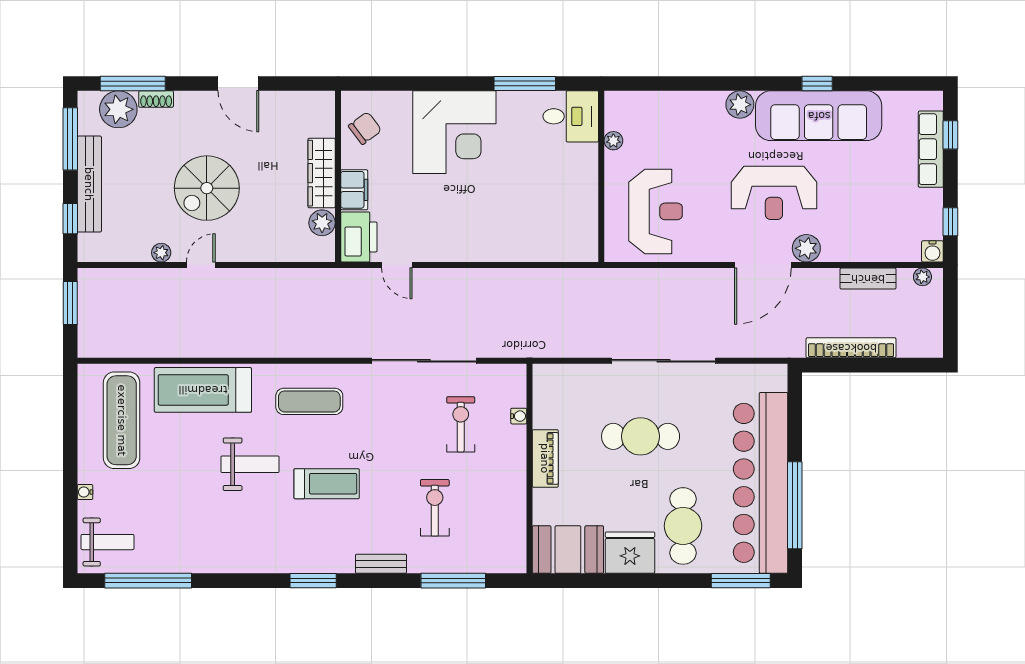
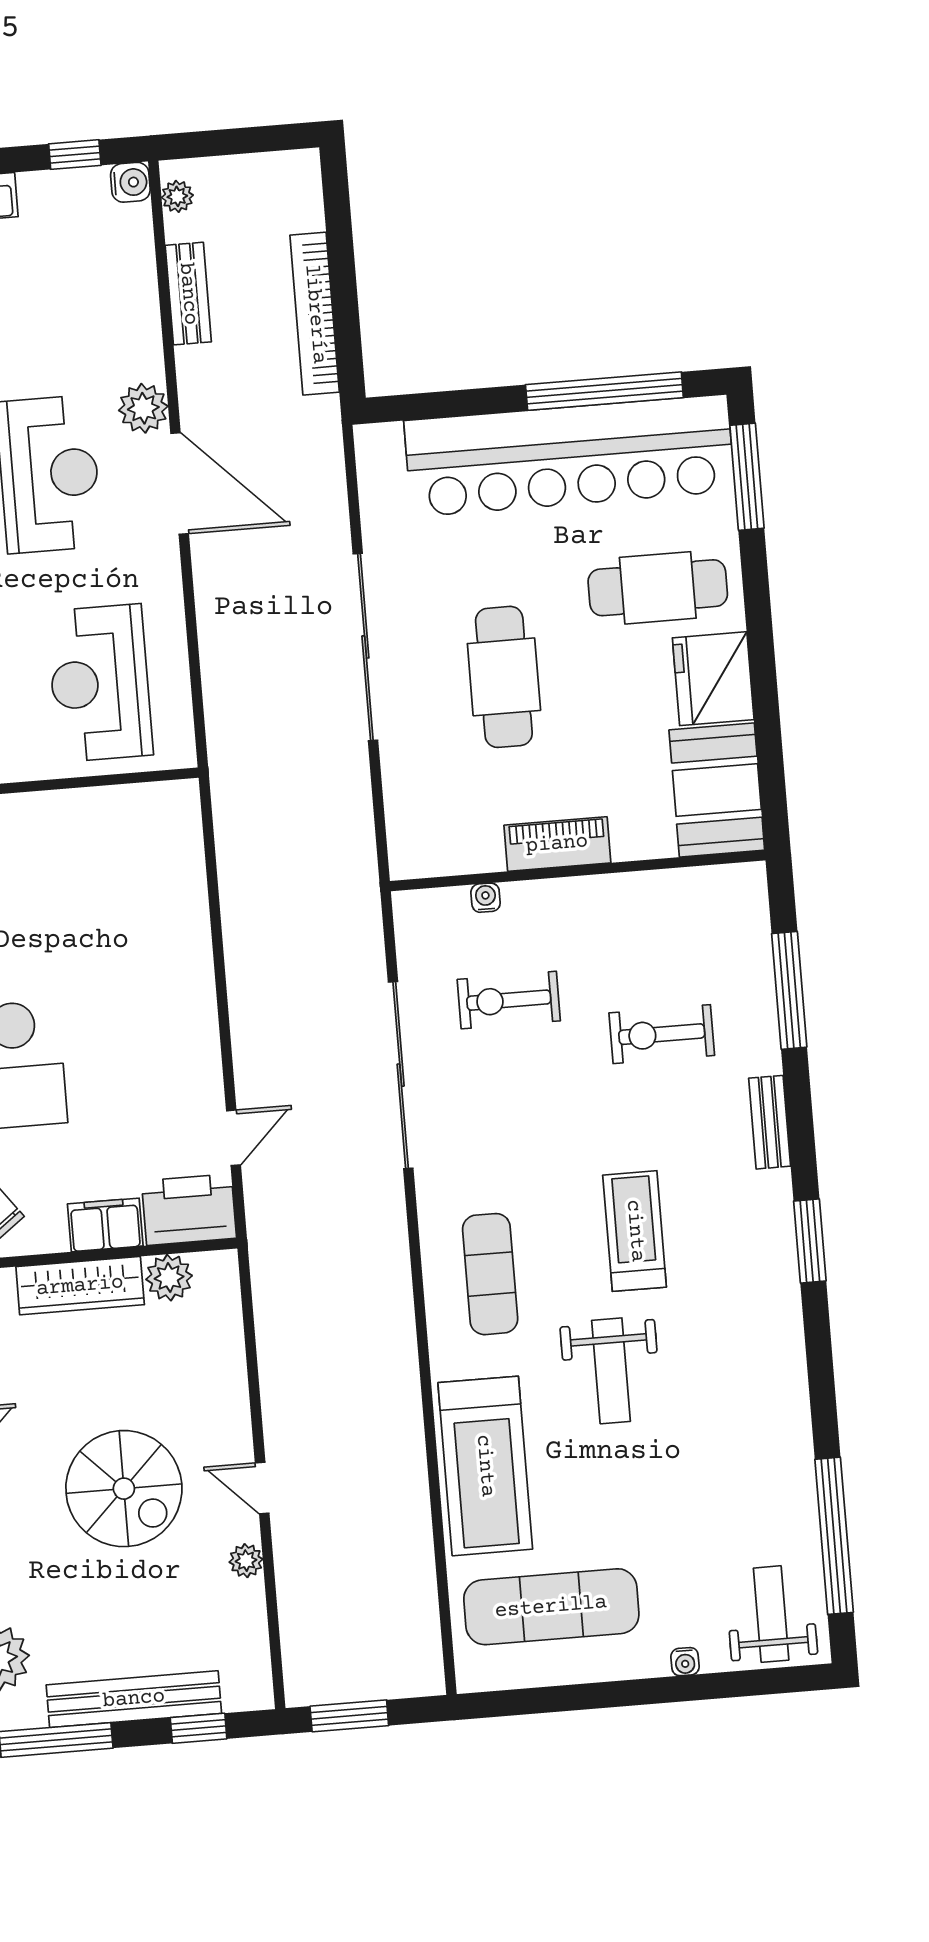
reception desk: (656, 211) -> (100, 683), turned -90
weight bench: (250, 464) -> (611, 1371), turned 180

